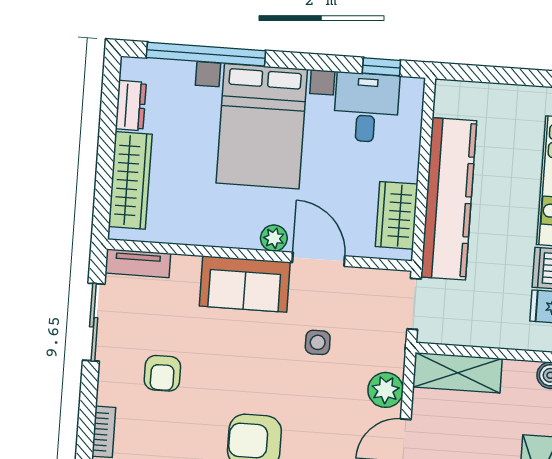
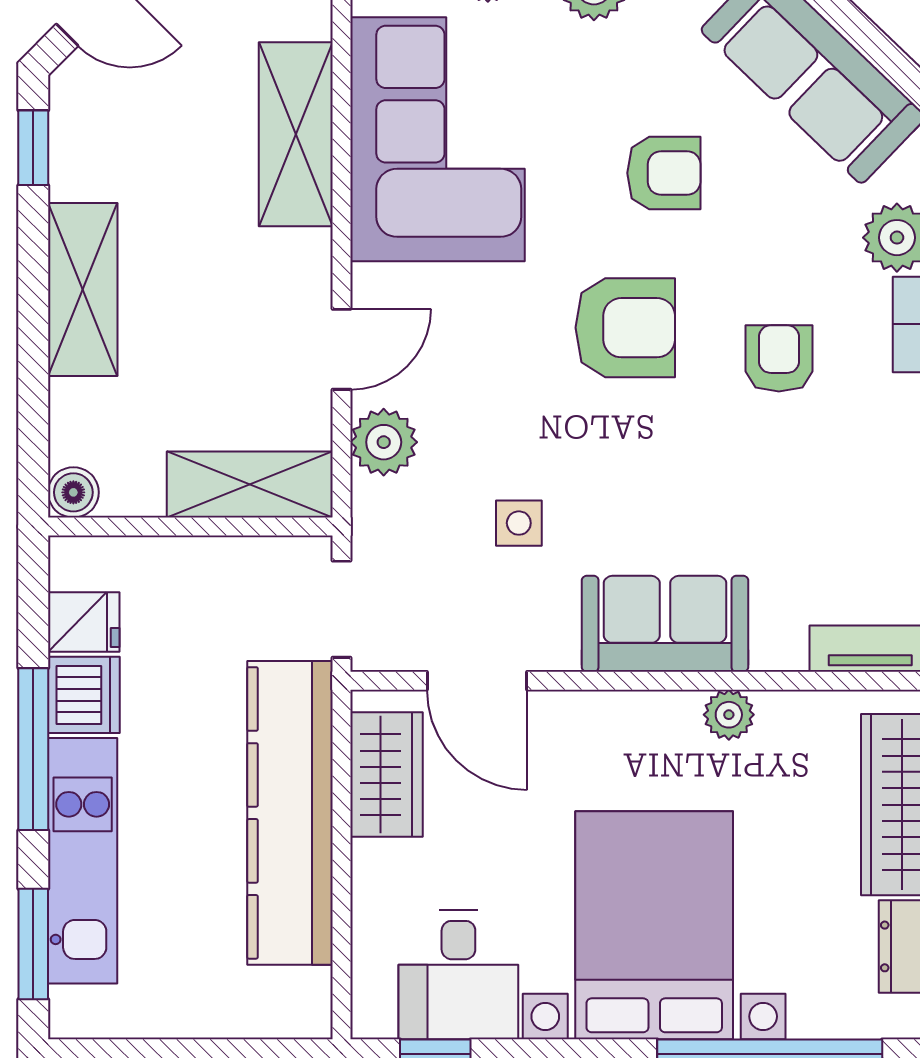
plant: (274, 238) -> (729, 715), moved
door: (319, 259) -> (477, 681), moved
armchair: (162, 373) -> (779, 358), moved

